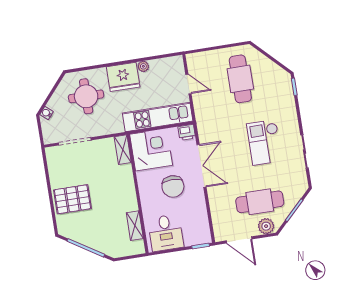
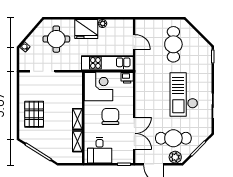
checkout: (264, 142) -> (184, 94), width x1.36, depth x1.21
shelving: (123, 150) -> (77, 119), moved
double door: (201, 166) -> (134, 133), moved
chair: (173, 186) -> (110, 117), turned 180
pallet: (72, 199) -> (34, 114), turned 90

